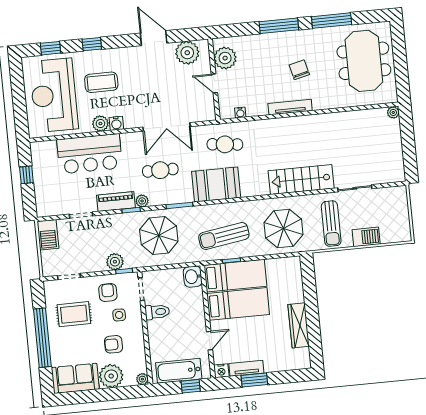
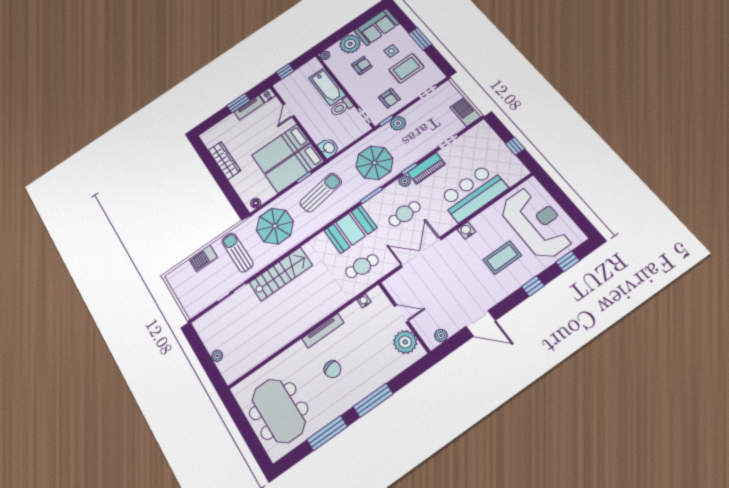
plant: (187, 53) -> (441, 336), width x0.53, depth x0.53
plant: (393, 112) -> (217, 356), moved
plant: (100, 124) -> (480, 222), removed
floor lamp: (290, 262) -> (256, 203), added
side table: (119, 315) -> (391, 51), moved
window: (42, 338) -> (420, 39), width x0.47
bathtub: (179, 371) -> (327, 87), moved, turned 90

